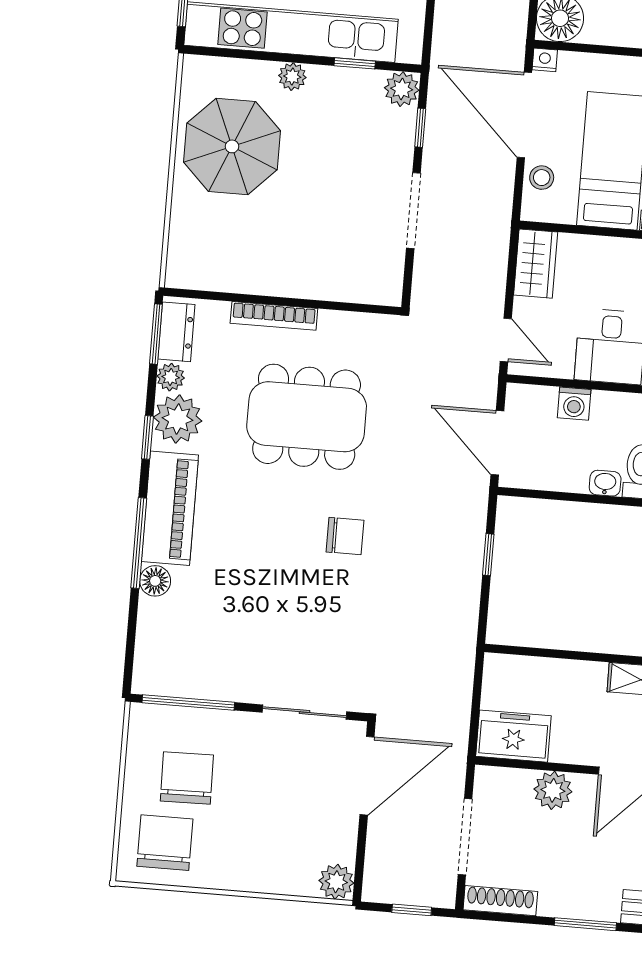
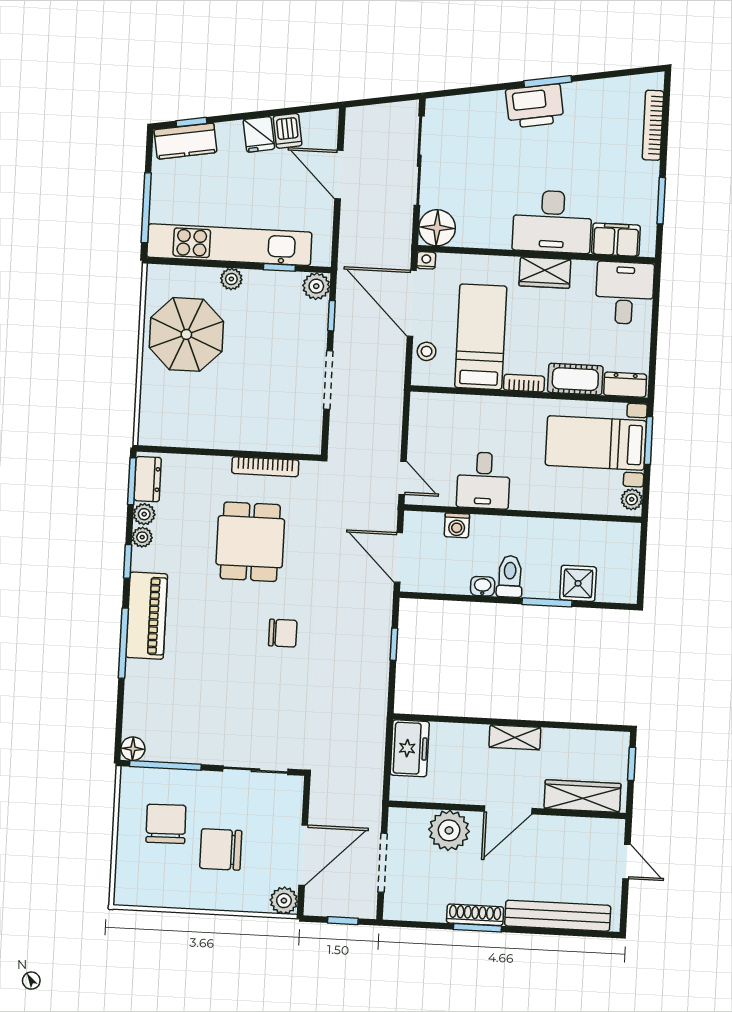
wardrobe: (536, 264) -> (424, 418), removed
bookcase: (274, 316) -> (265, 467), moved
dining table: (307, 417) -> (250, 542), width x0.73
plant: (178, 419) -> (142, 537), width x0.53, depth x0.53
floor lamp: (155, 581) -> (133, 749), moved
freezer: (513, 736) -> (410, 748), moved, turned 90
door: (367, 776) -> (303, 855), moved
plant: (553, 790) -> (449, 830), width x1.36, depth x1.36
chair: (165, 843) -> (221, 849), moved, turned -90
shoe rack: (500, 901) -> (475, 915), moved

